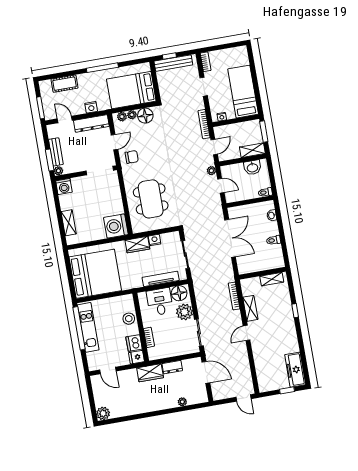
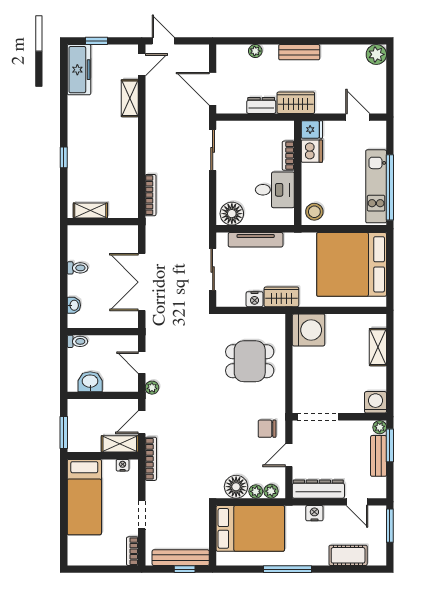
shelving: (252, 150) -> (120, 444), moved
dining table: (151, 199) -> (250, 361), width x0.73
desk: (160, 302) -> (275, 190), moved, turned -90
shelving: (250, 308) -> (130, 98), moved
plant: (184, 312) -> (229, 184), removed
stool: (129, 319) -> (314, 212), moved
door: (247, 333) -> (142, 65), moved
bench: (154, 406) -> (299, 52), added

